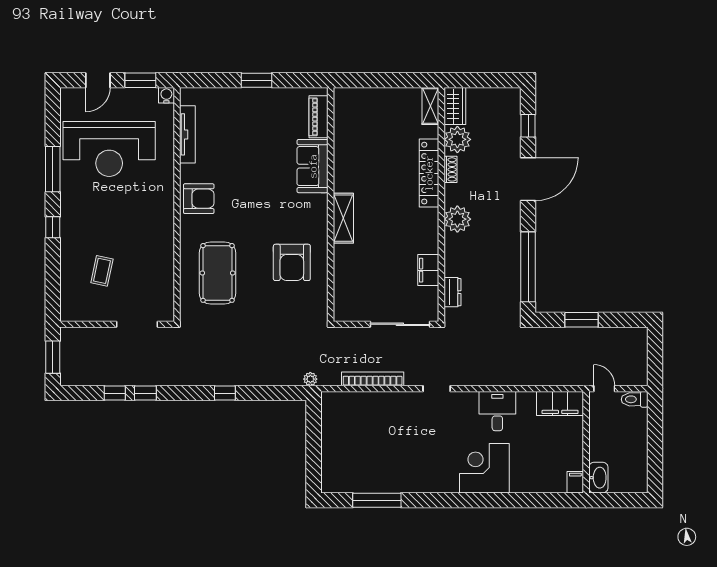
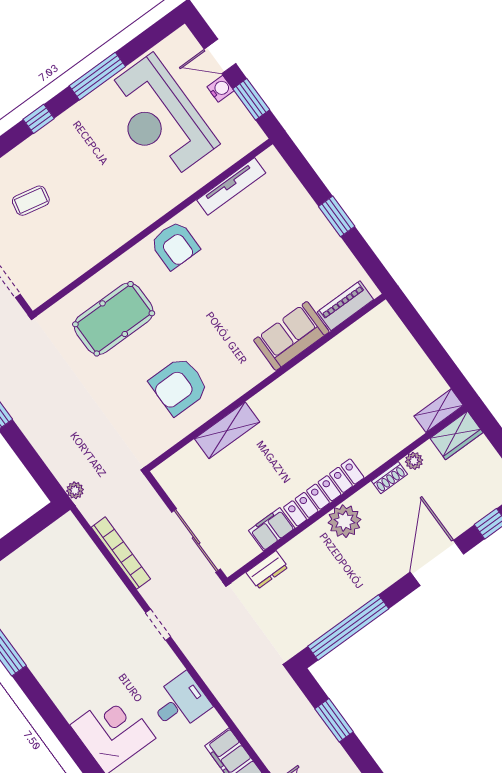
water cooler: (166, 95) -> (220, 89), moved
plant: (457, 139) -> (414, 461), width x0.53, depth x0.53
locker: (429, 173) -> (324, 492), moved
door: (528, 179) -> (437, 563), swing flipped
shelving: (343, 218) -> (227, 430), moved

